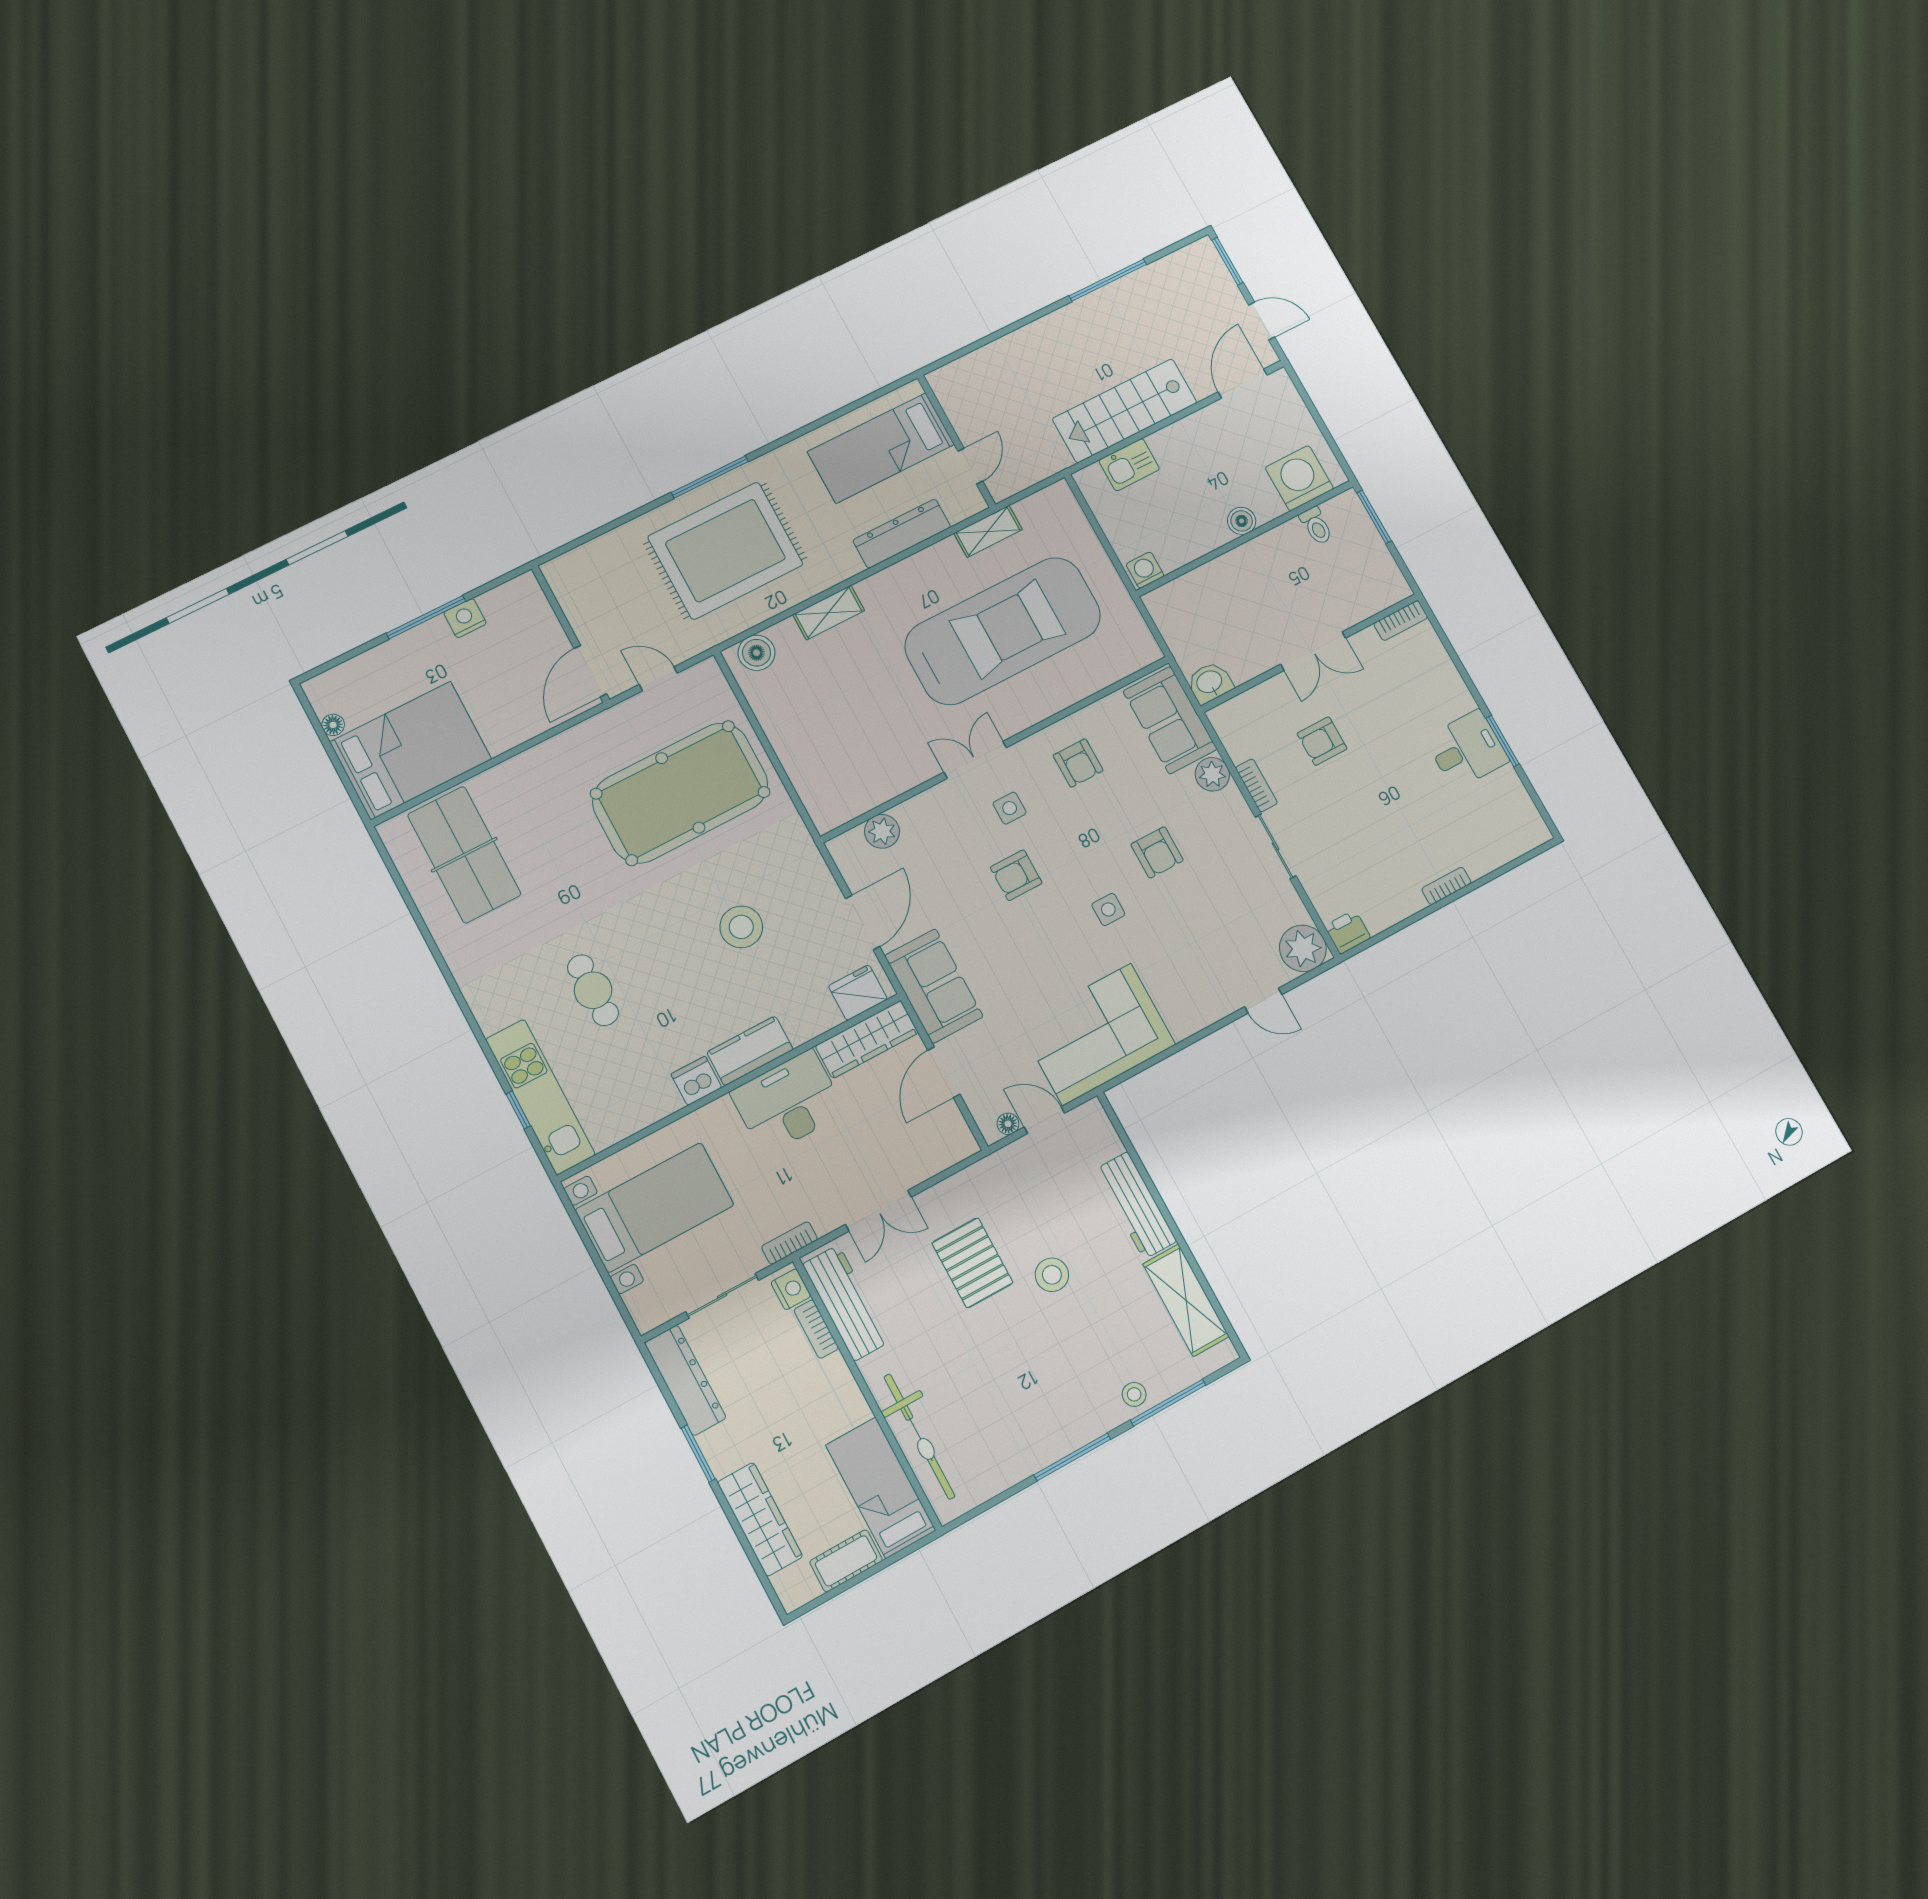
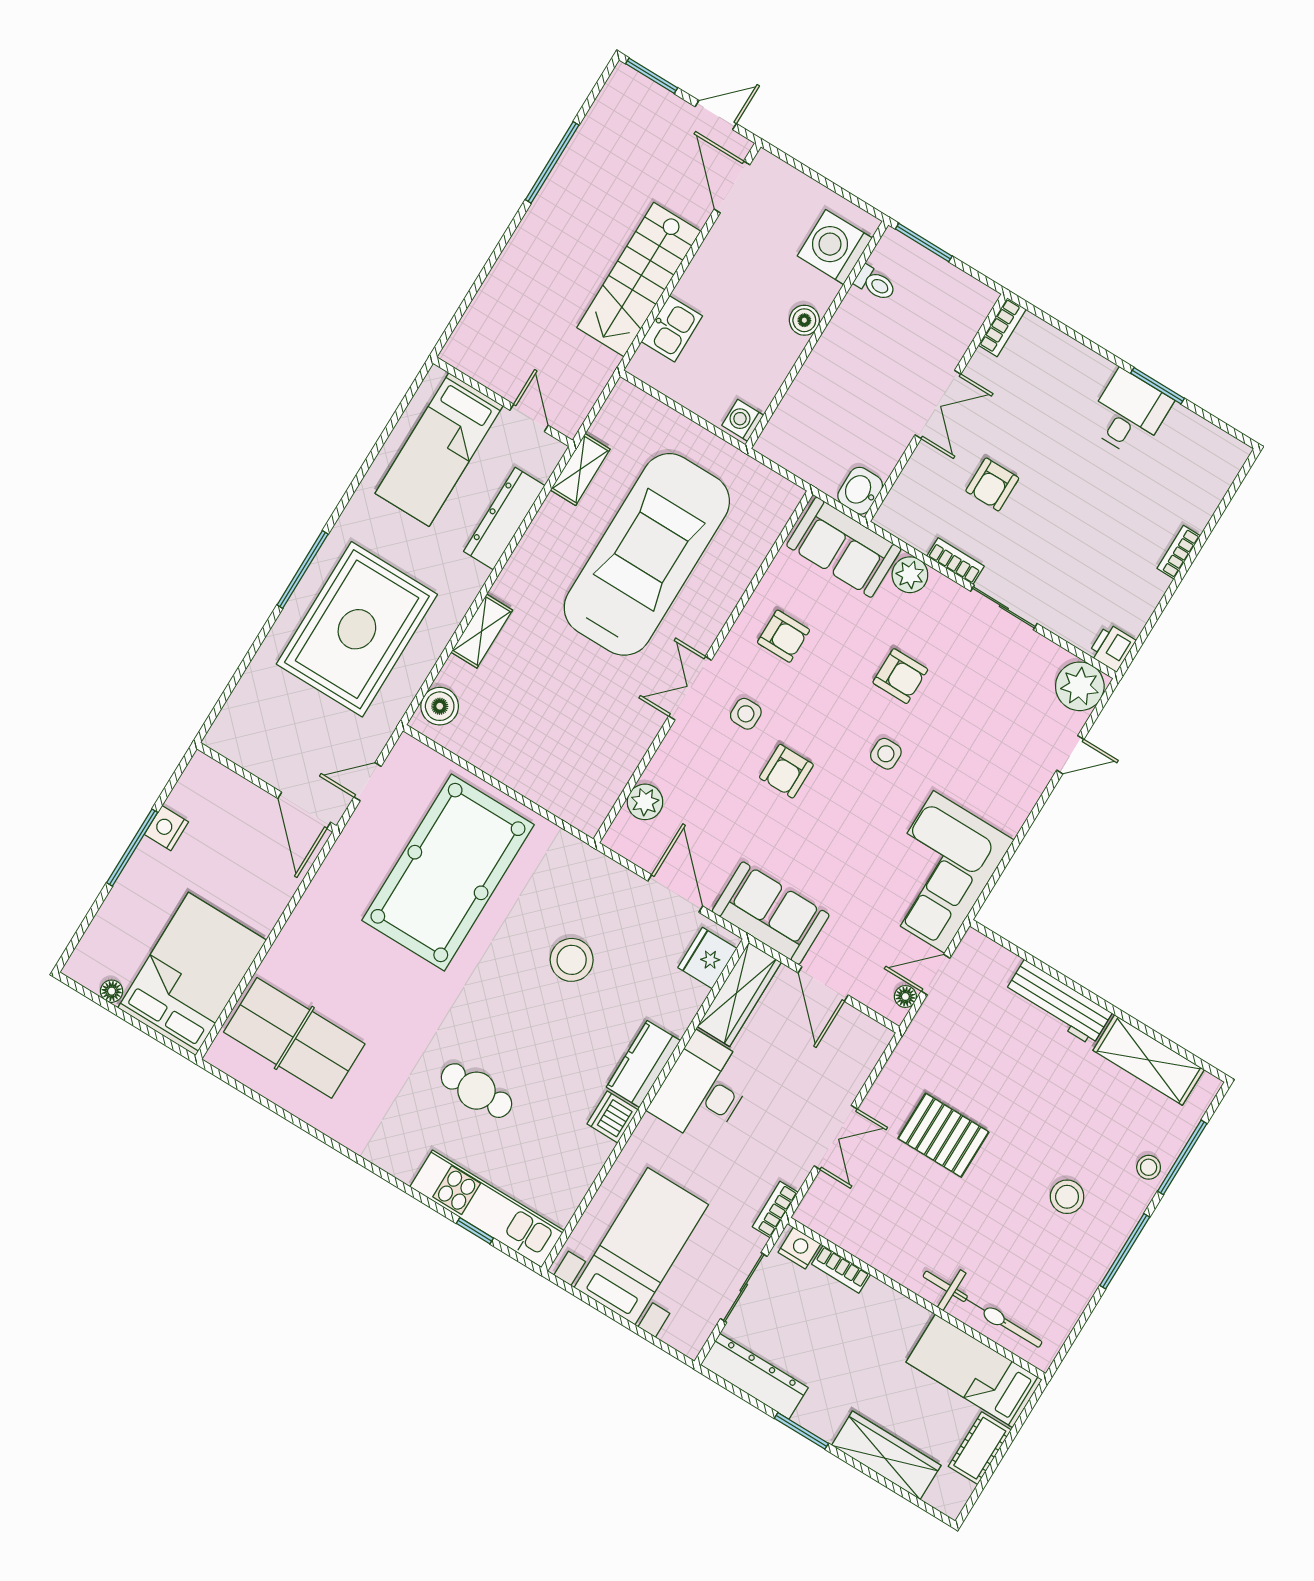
stool: (1052, 1275) -> (1067, 1197), moved
workbench: (846, 1303) -> (854, 1232), removed

